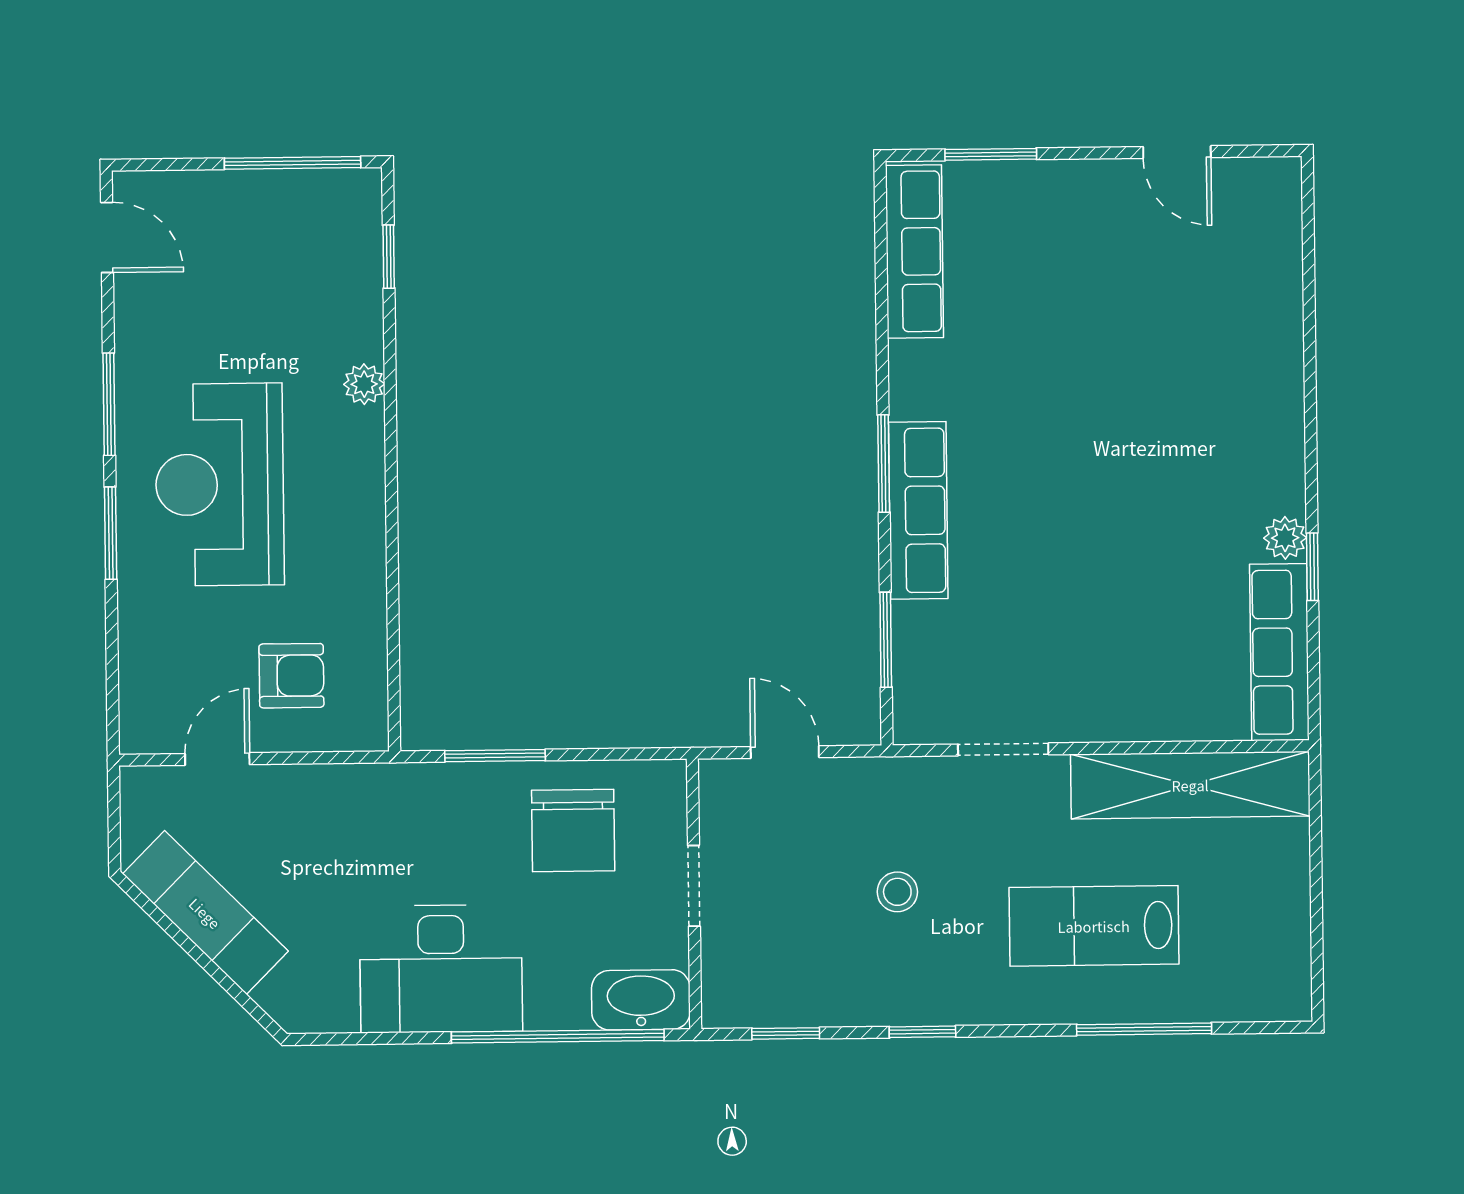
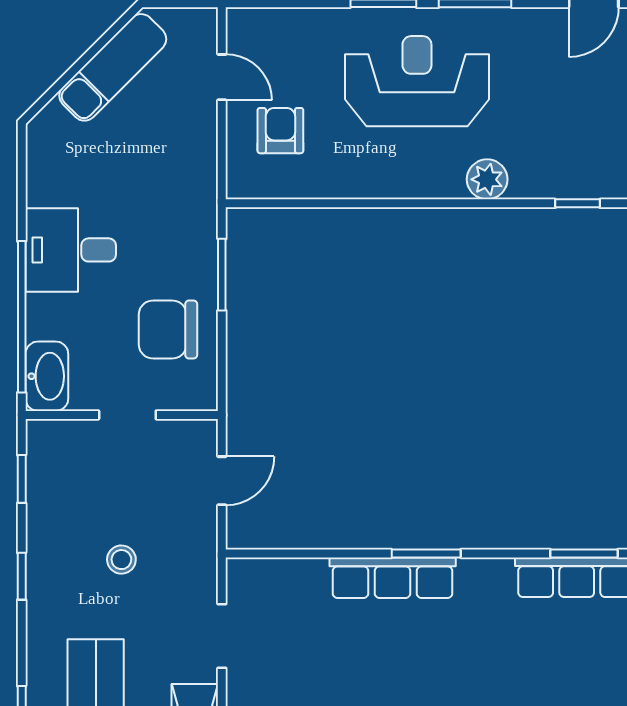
plant: (364, 384) -> (487, 179), width x1.38, depth x1.38
window: (886, 640) -> (584, 553), moved
armchair: (291, 676) -> (280, 131), turned 180
desk: (441, 969) -> (71, 250), width x0.73

